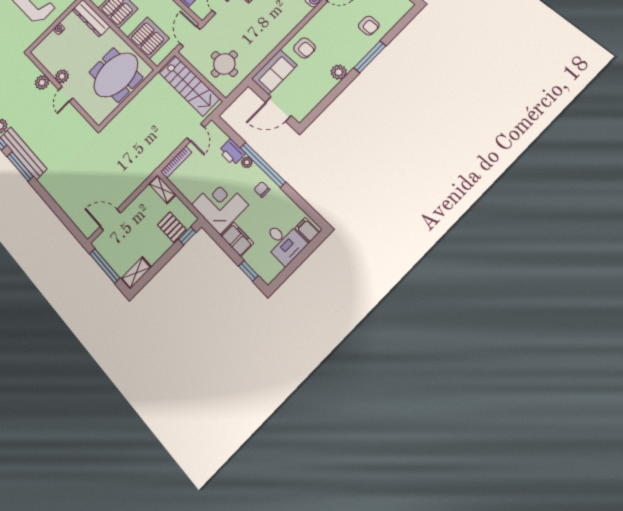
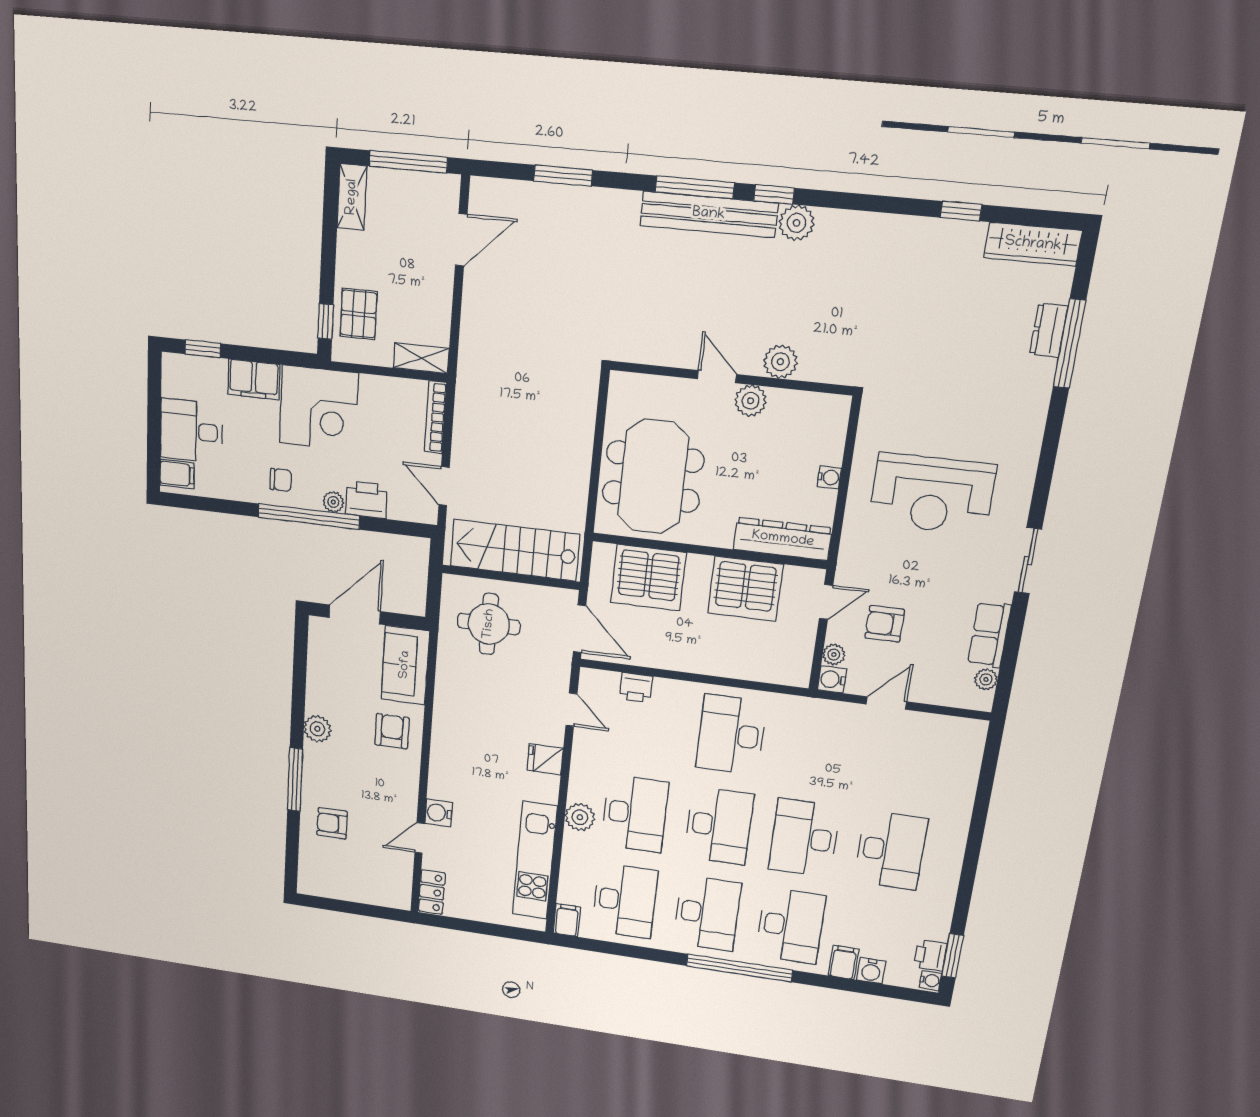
armchair: (304, 48) -> (392, 731), turned 90
window: (57, 210) -> (563, 176), added
pallet: (172, 227) -> (359, 314), turned 90

